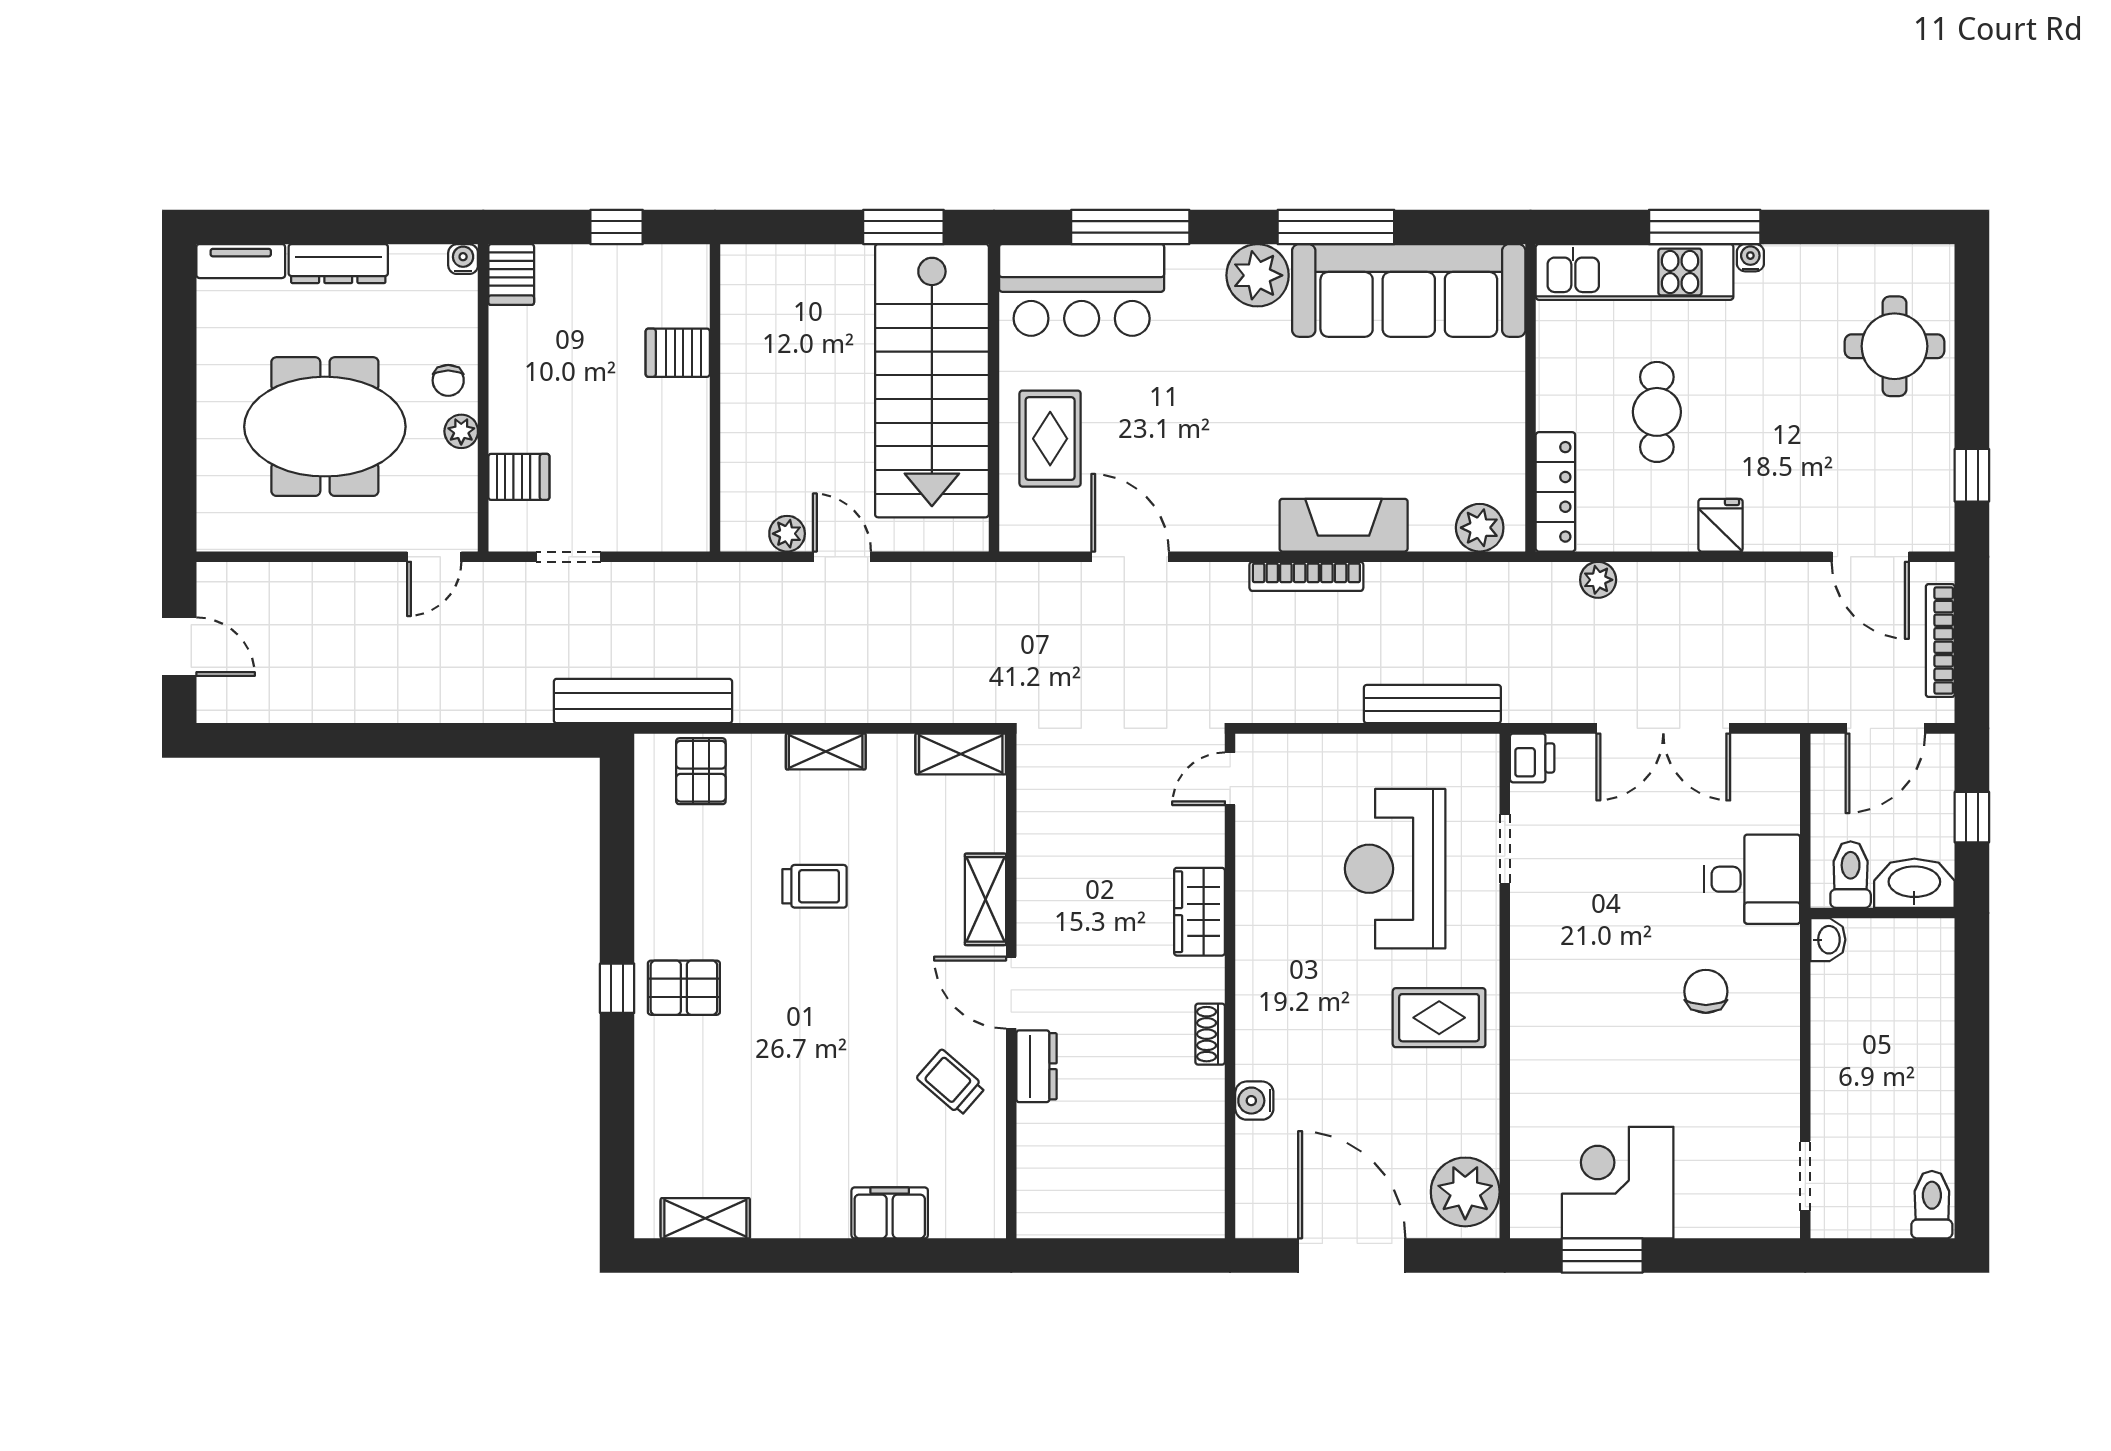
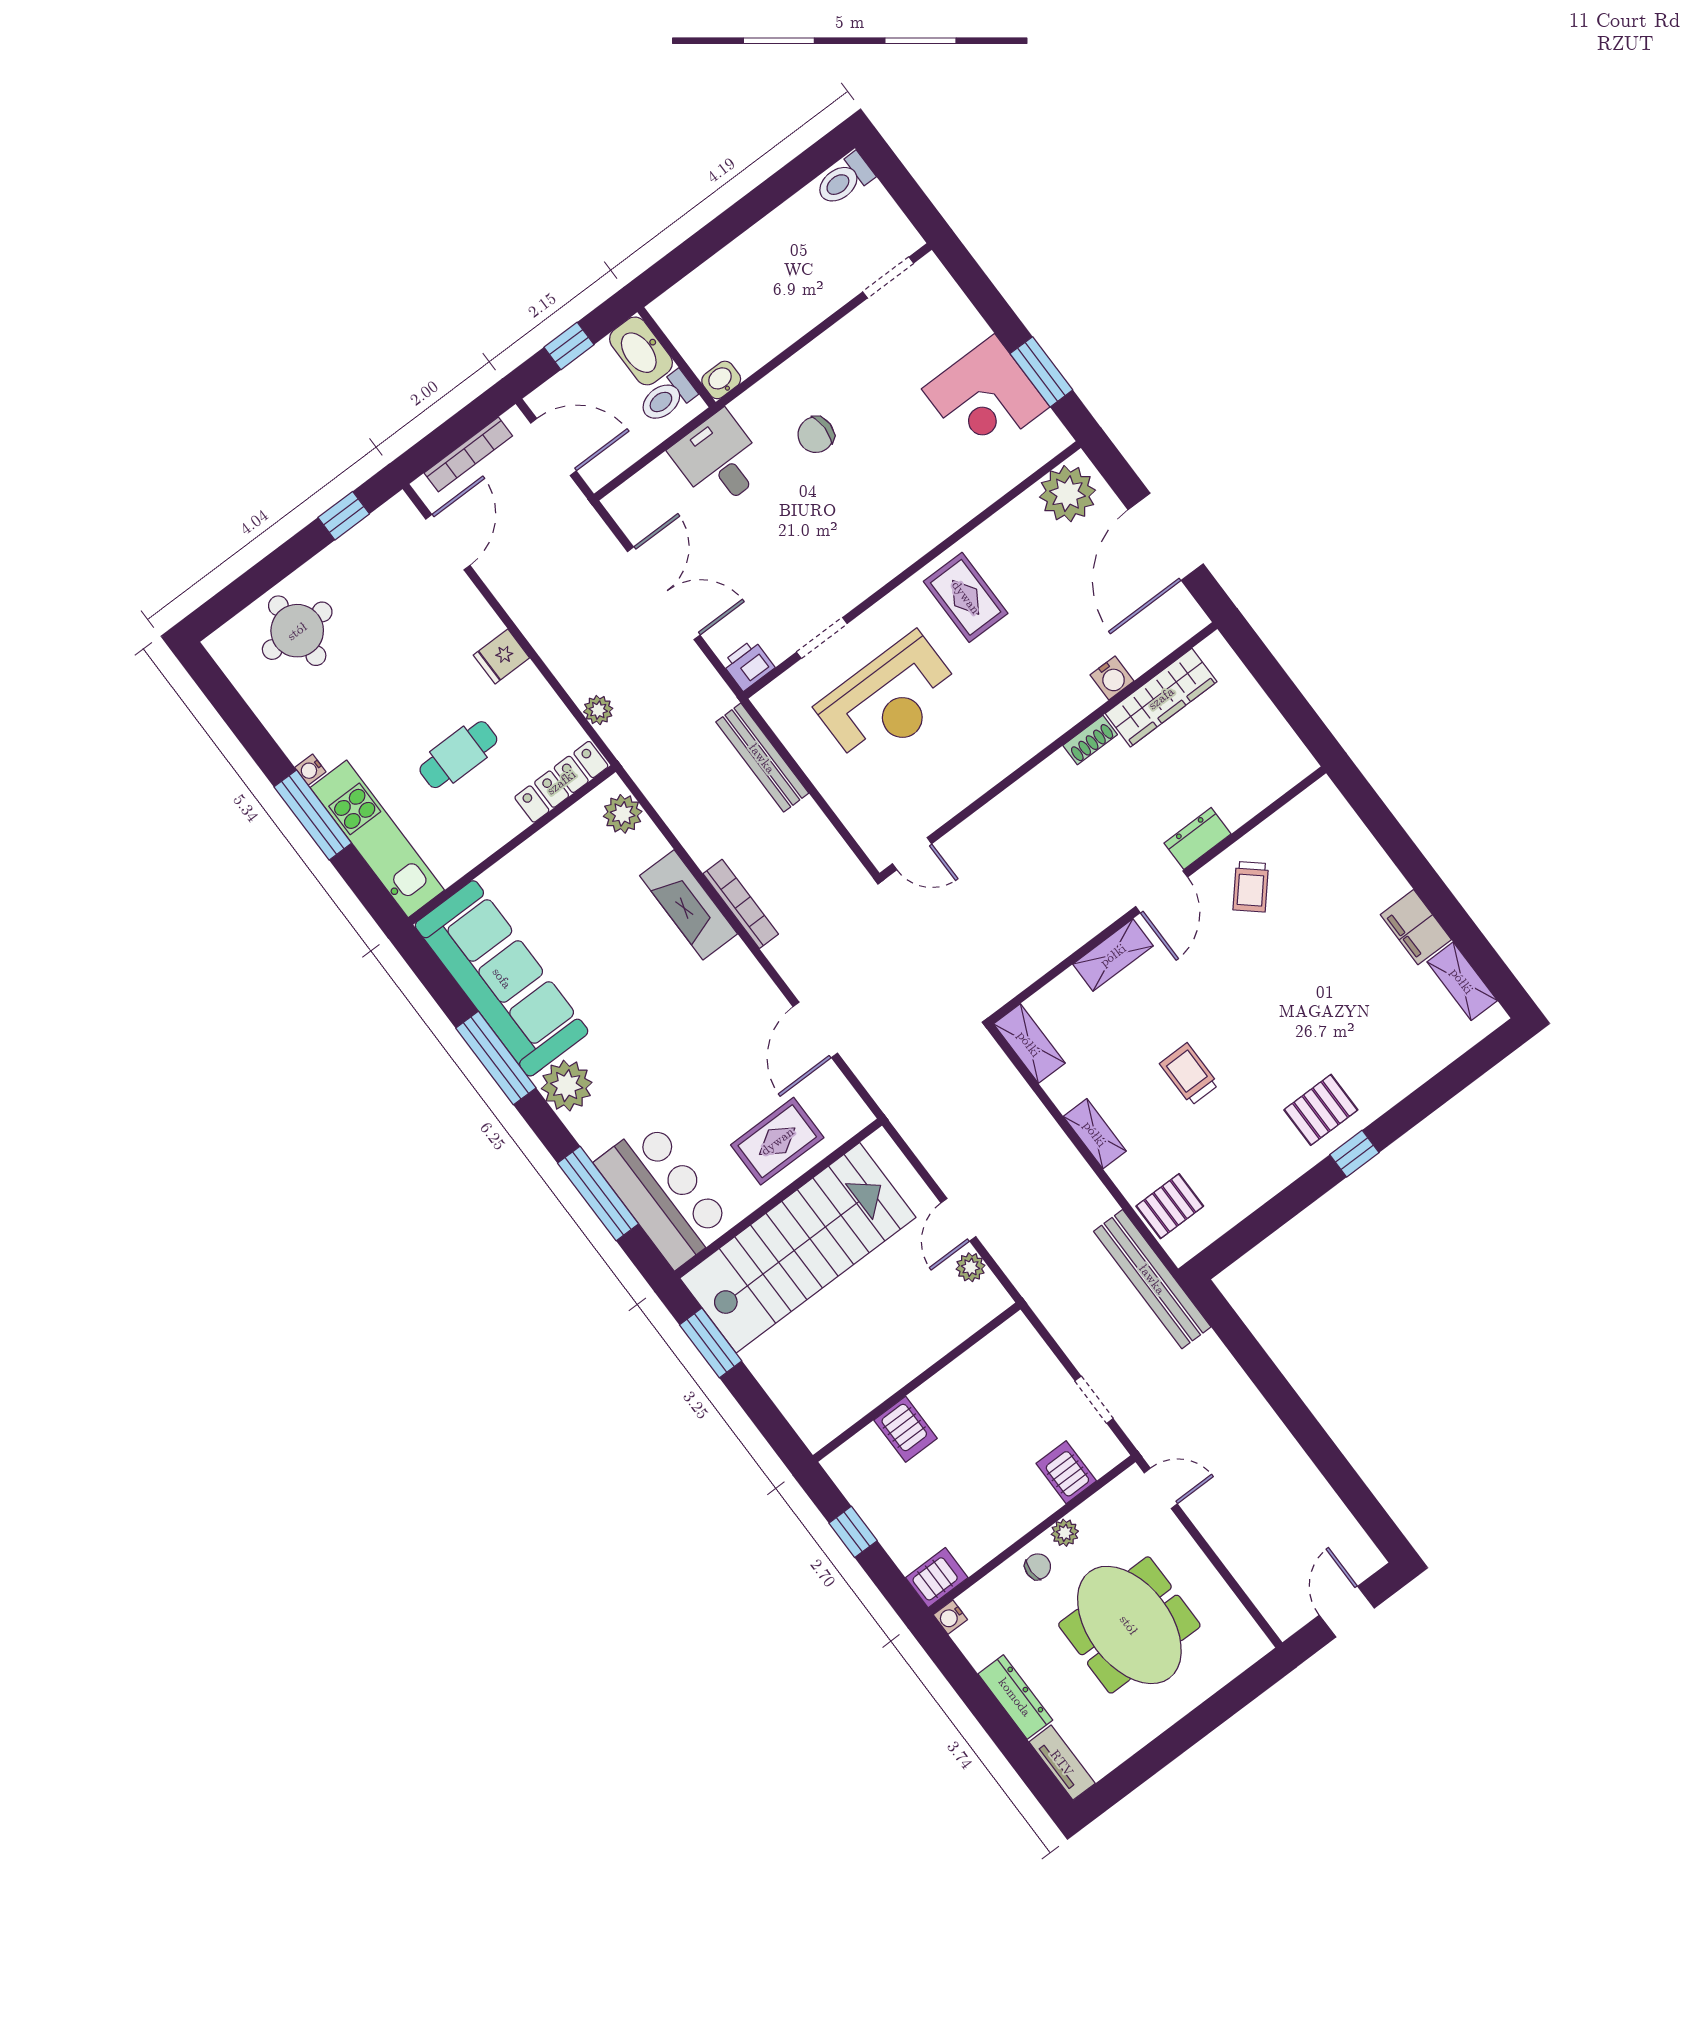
wardrobe: (1199, 912) -> (1161, 698), moved, width x1.50
pallet: (684, 988) -> (1321, 1110), turned 90
filing cabinet: (890, 1213) -> (1416, 927), moved

